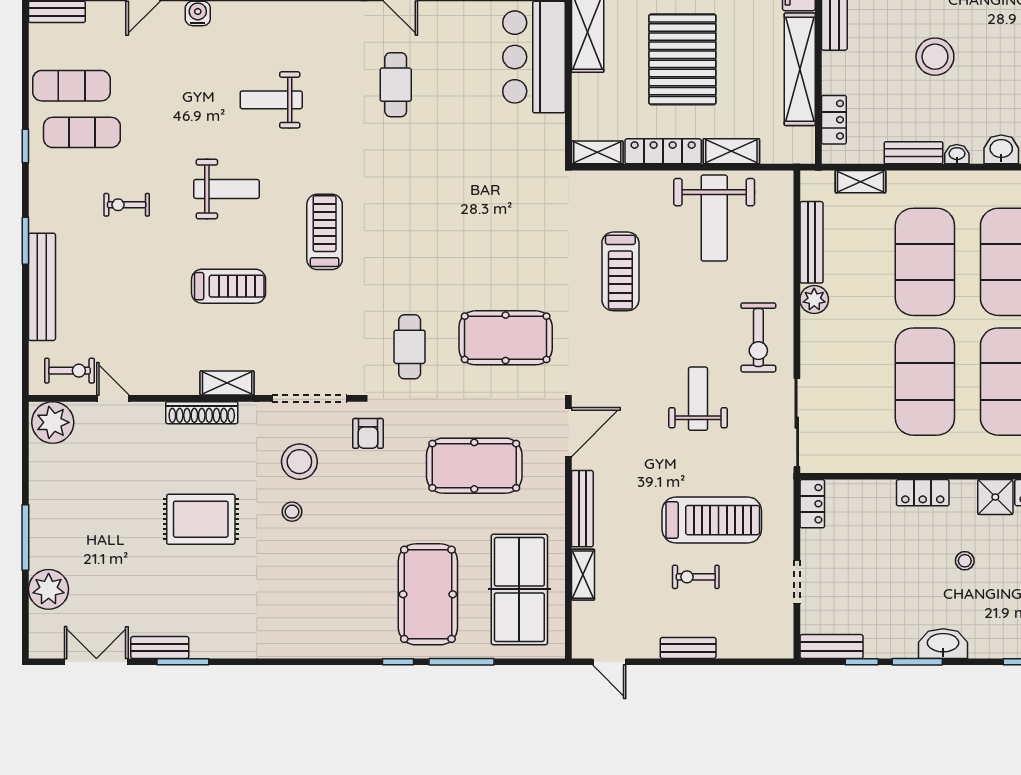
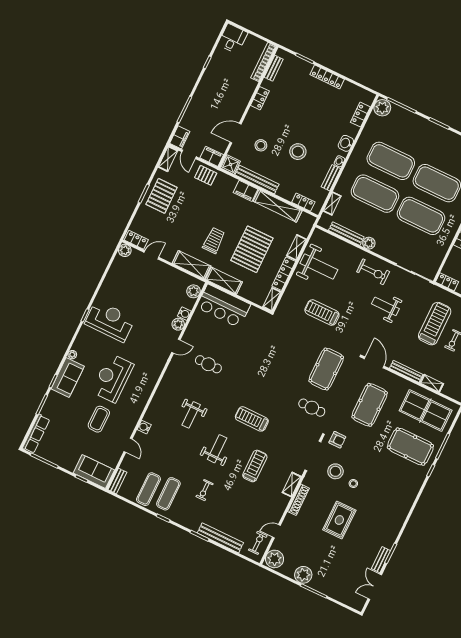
pallet: (682, 59) -> (252, 249), turned 90
treadmill: (620, 271) -> (322, 313), turned 180
plant: (49, 589) -> (303, 575), moved

